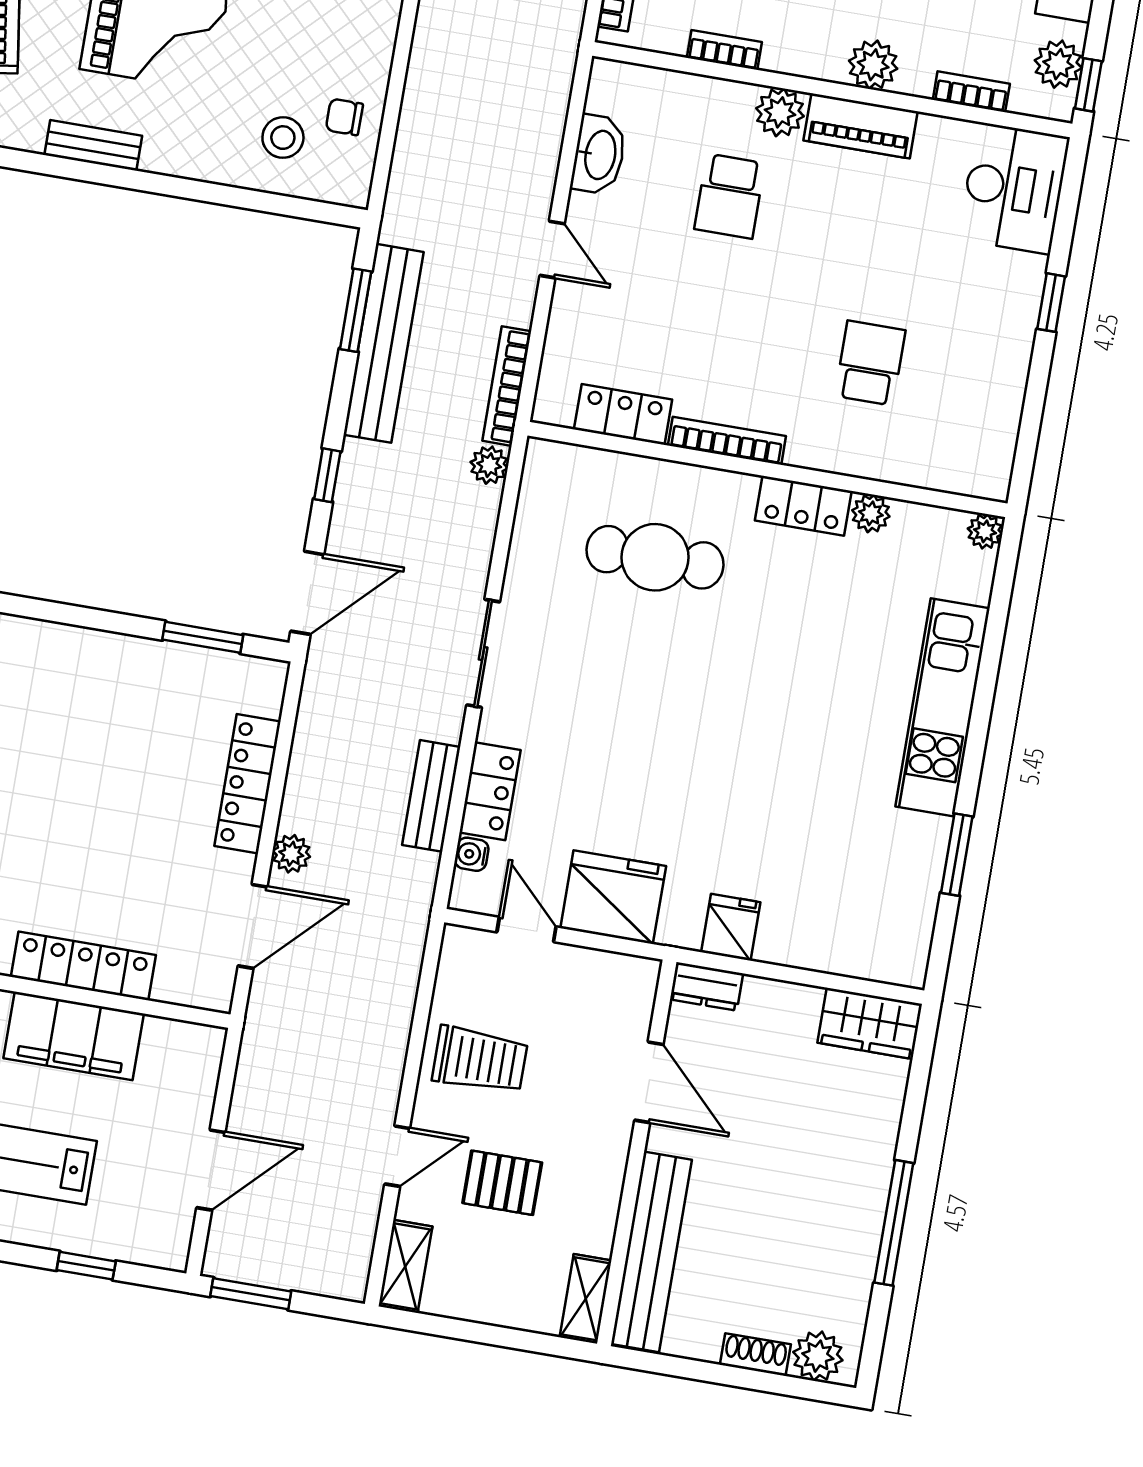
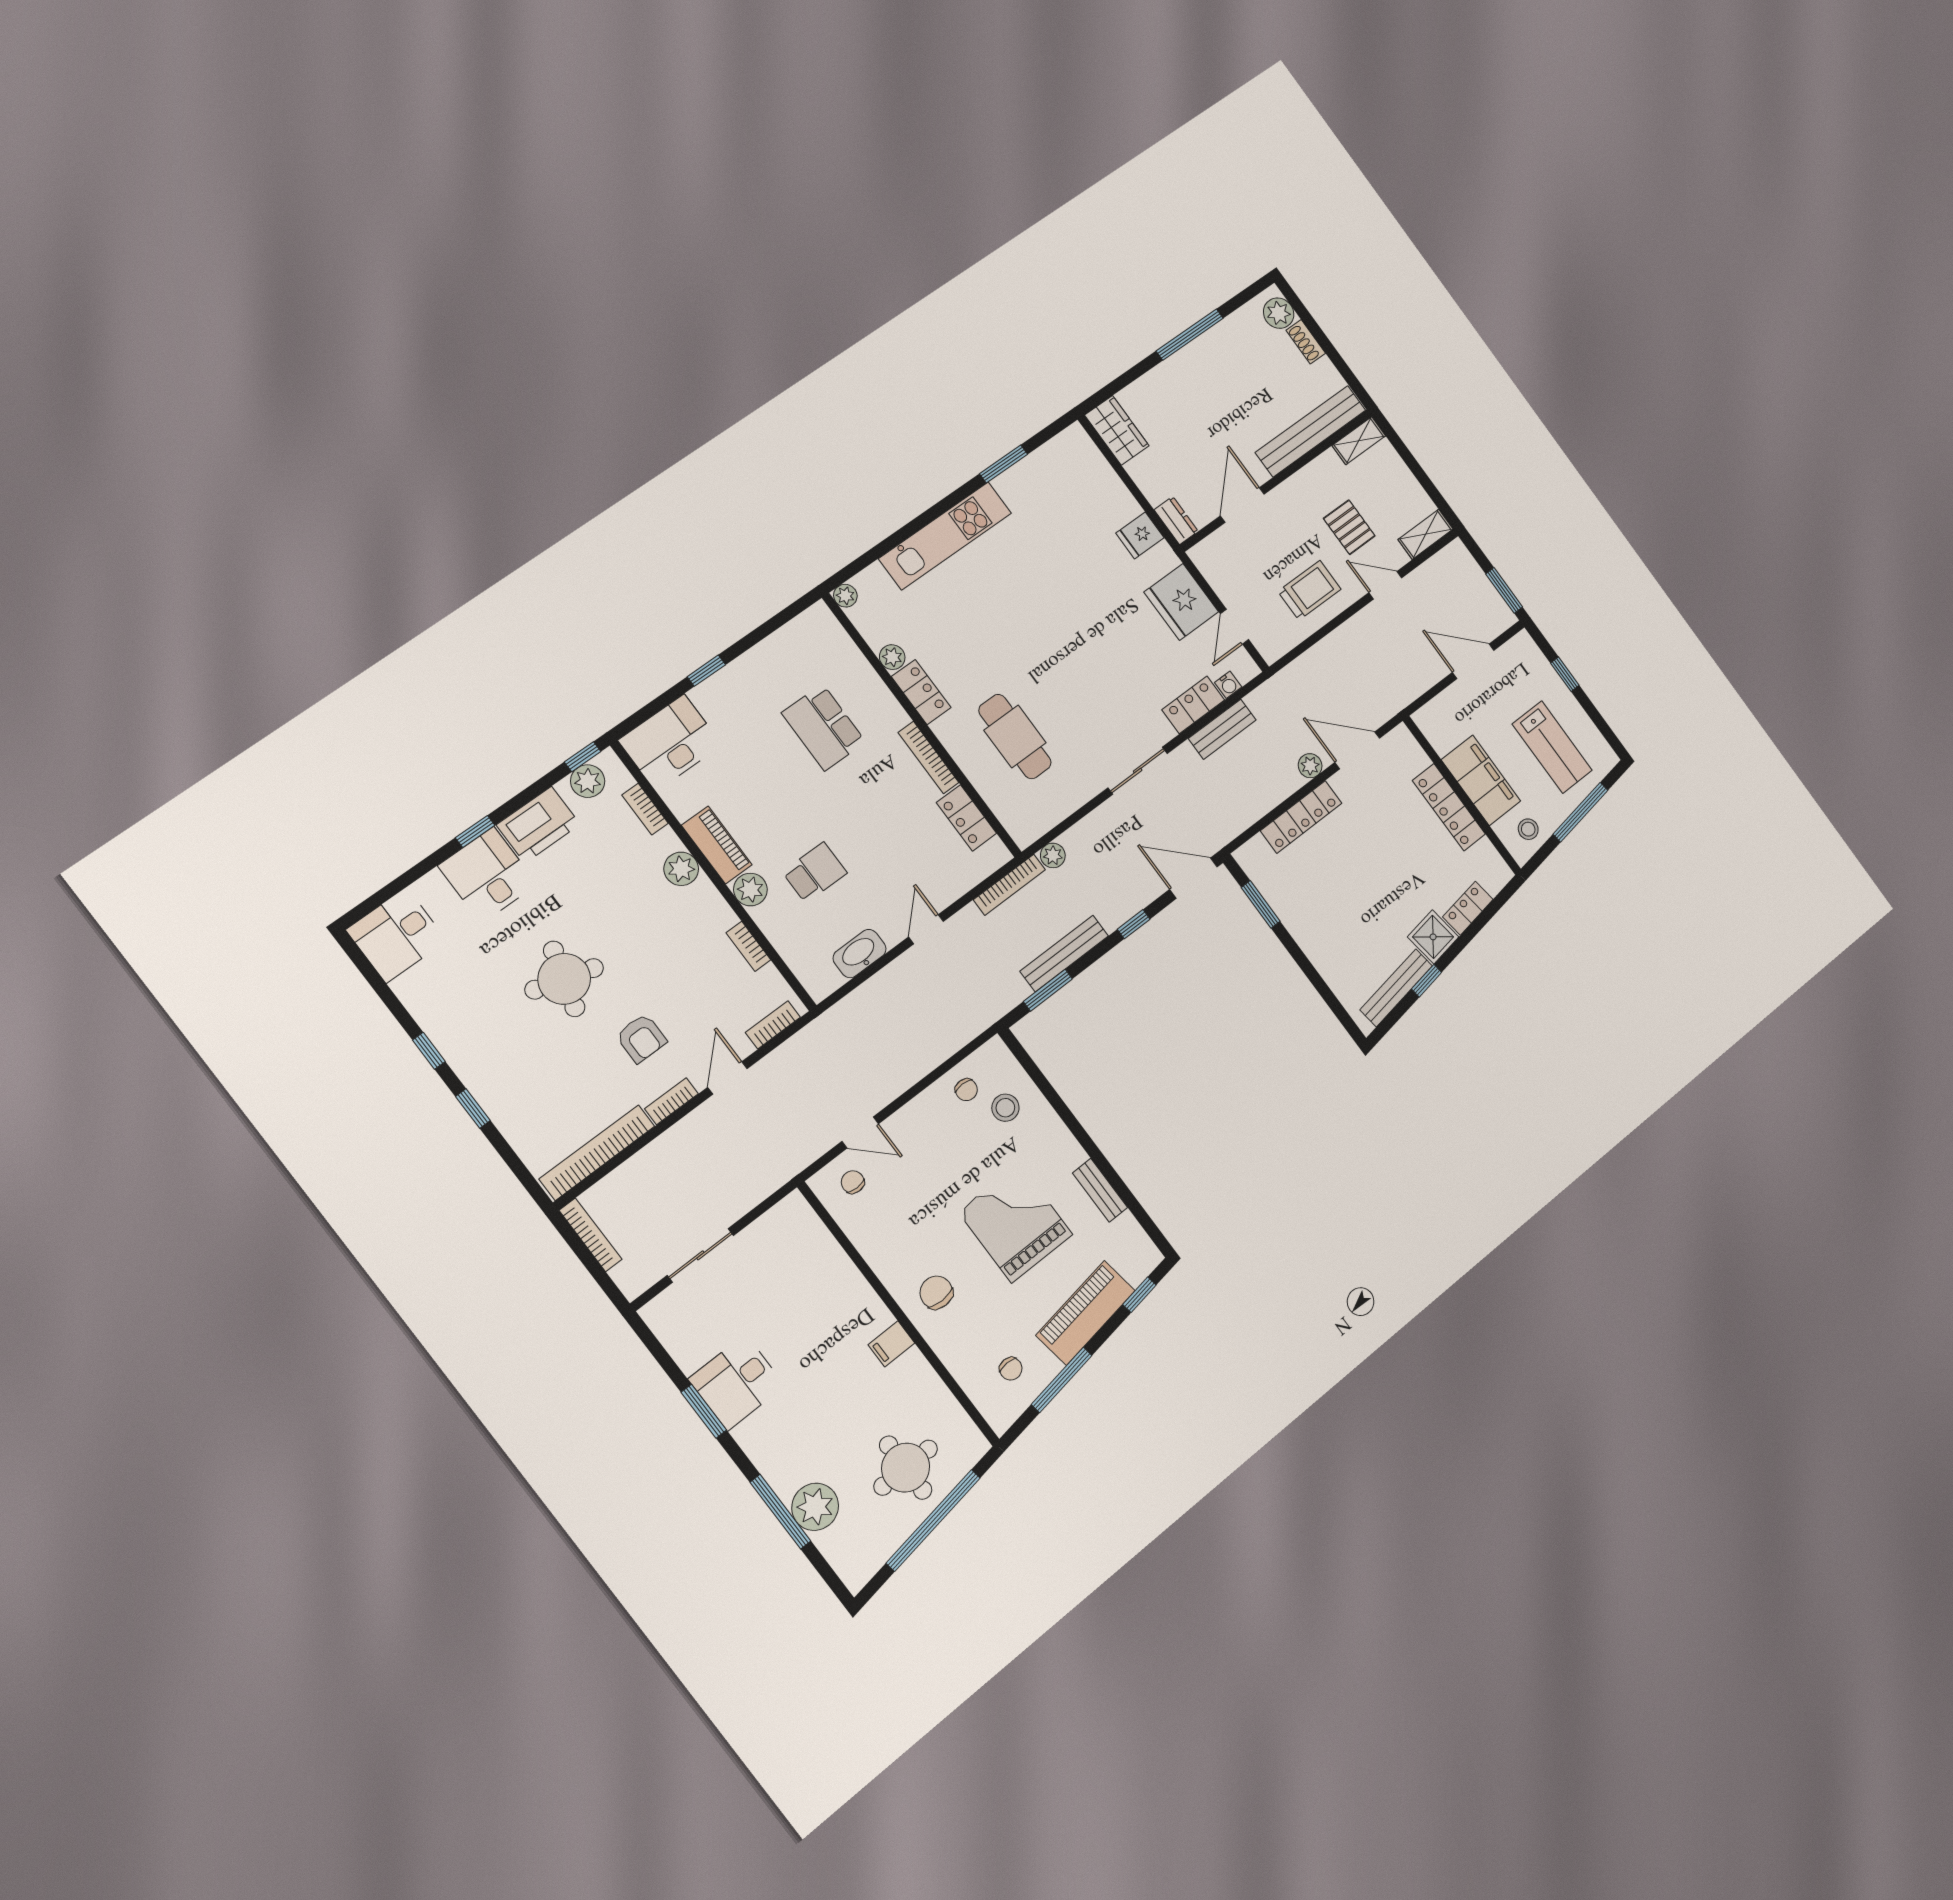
bench: (384, 343) -> (1064, 953), width x0.73, depth x0.82
school desk: (870, 363) -> (824, 727), width x1.85
trolley: (480, 1060) -> (1309, 590), turned 90

